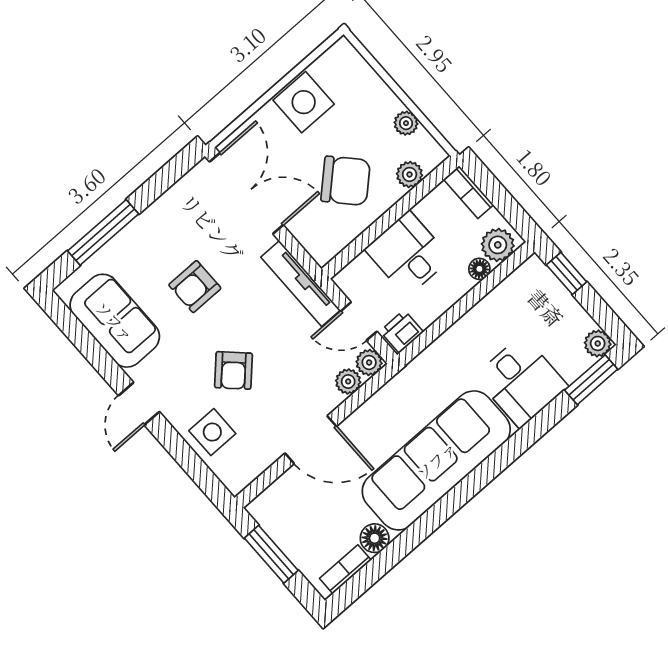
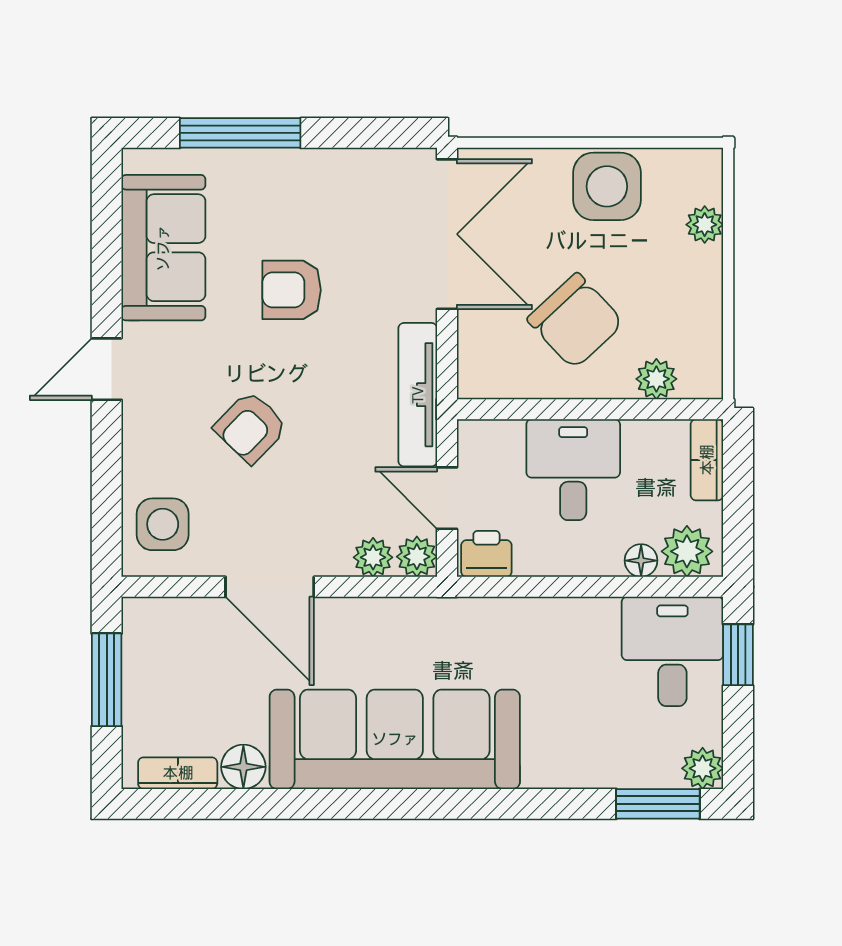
plant: (406, 123) -> (705, 225), moved
desk: (521, 381) -> (672, 651), moved, turned 180
side table: (212, 432) -> (163, 524), moved

